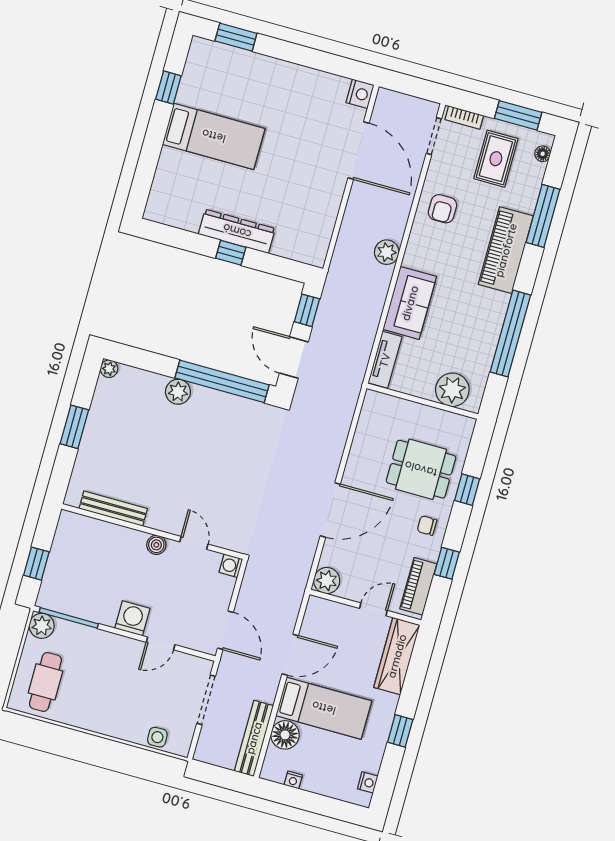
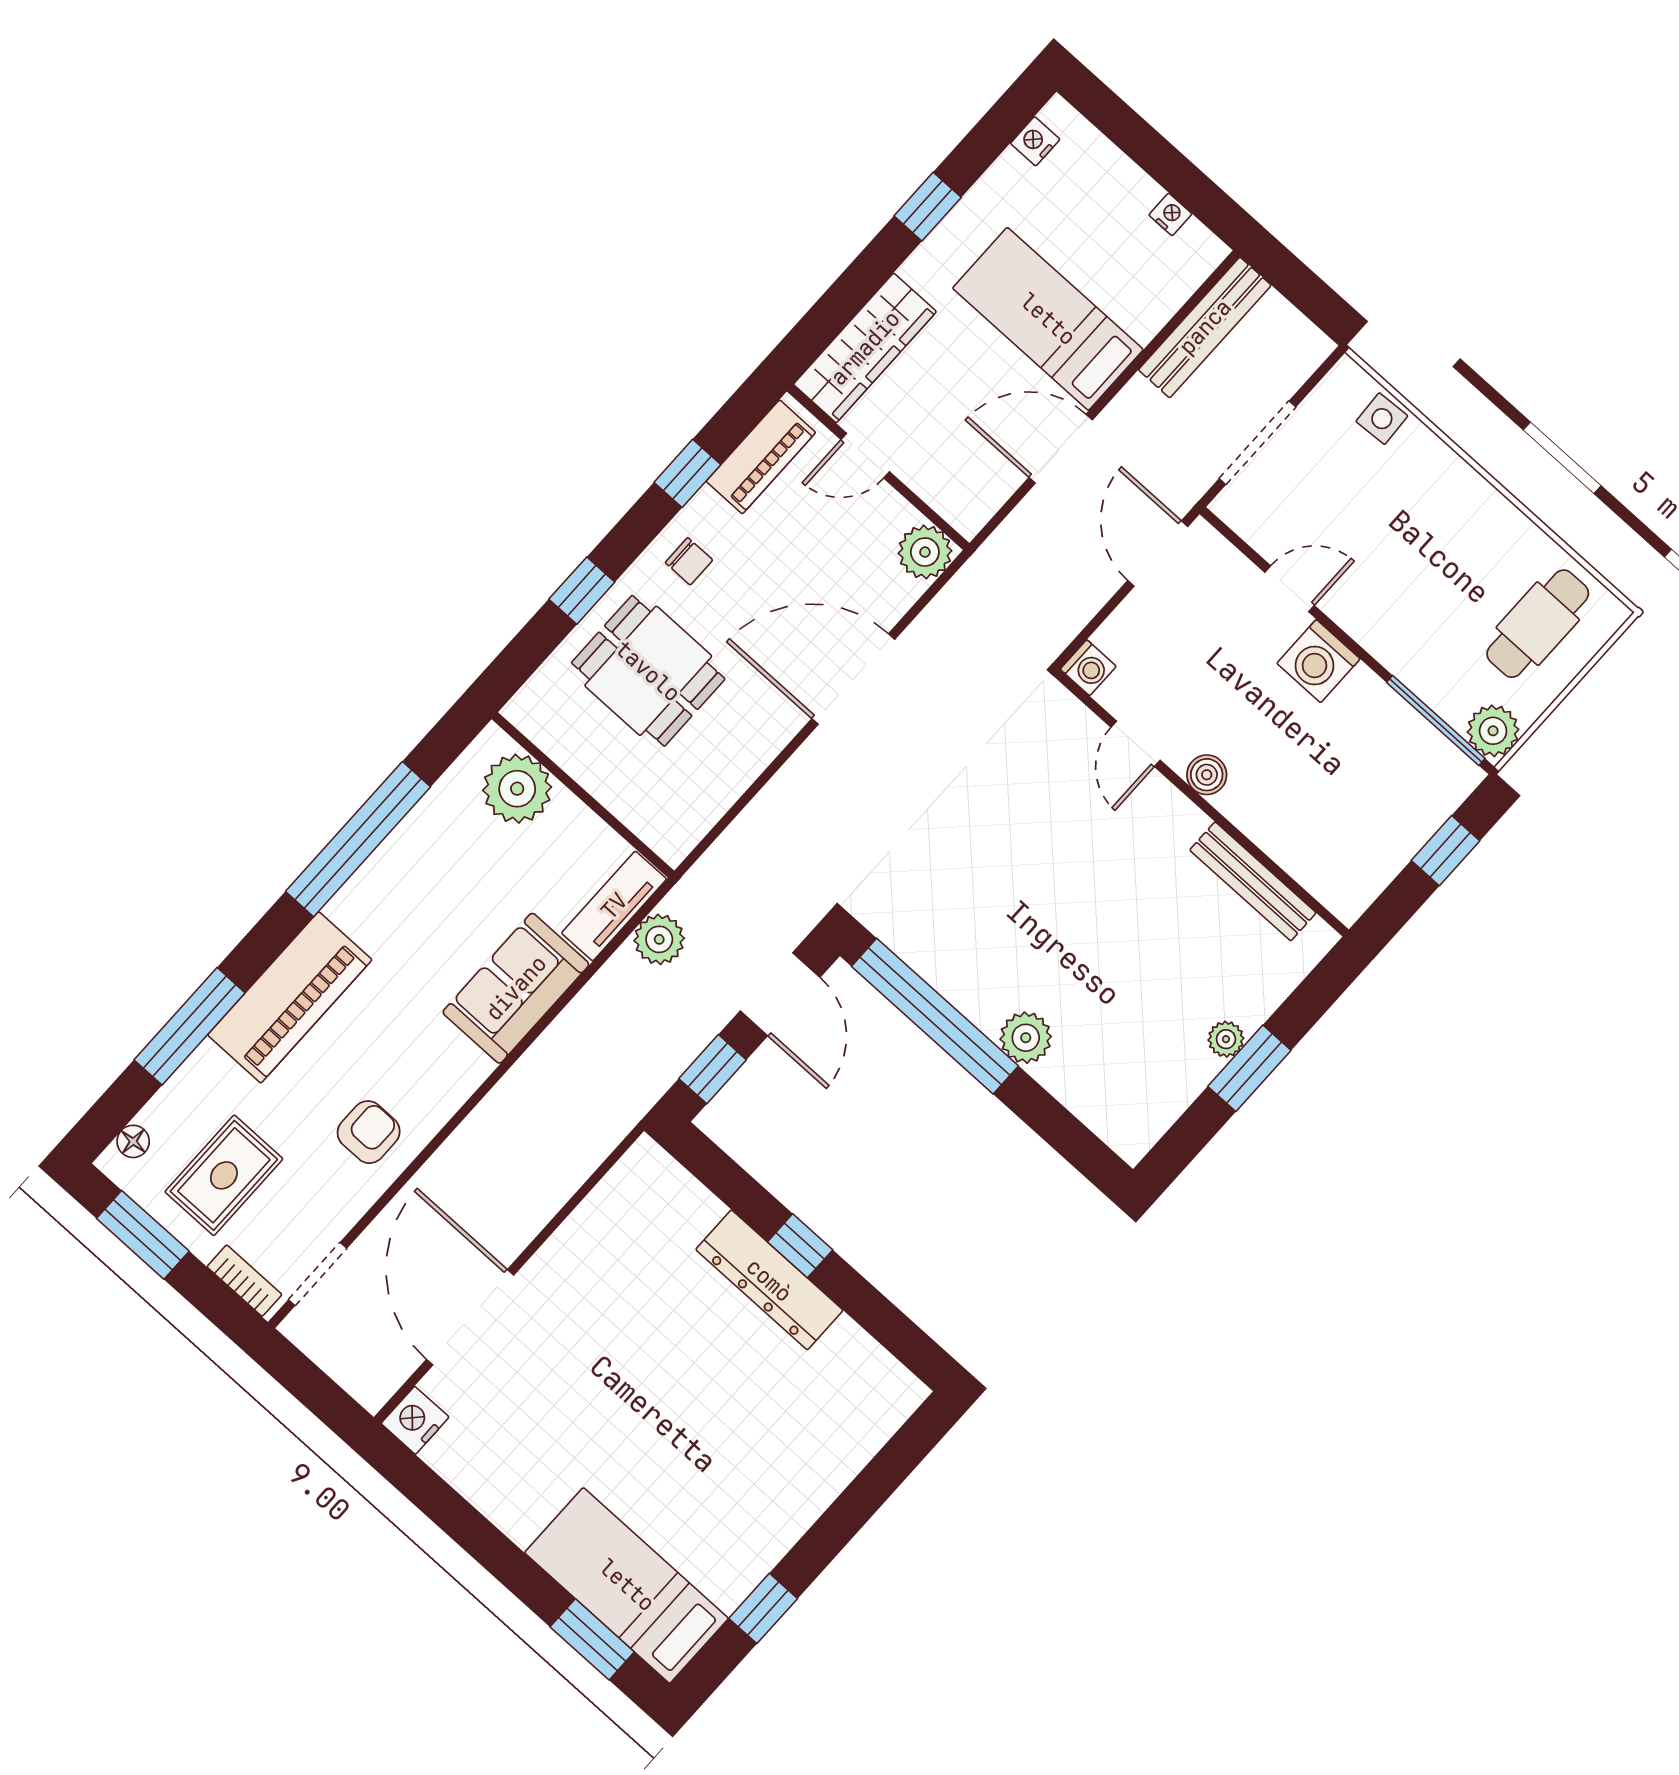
bed: (214, 136) -> (627, 1585), moved
plant: (387, 252) -> (659, 939), moved
plant: (109, 369) -> (1226, 1039), moved
floor lamp: (285, 735) -> (1144, 305), removed

